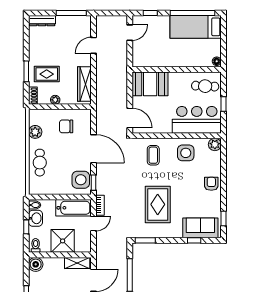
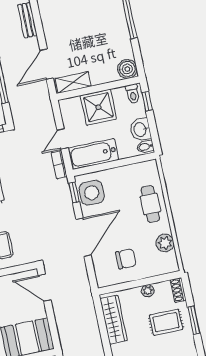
door: (94, 149) -> (83, 237), swing flipped
window: (26, 227) -> (147, 101), moved

